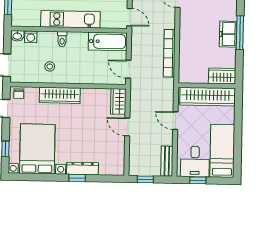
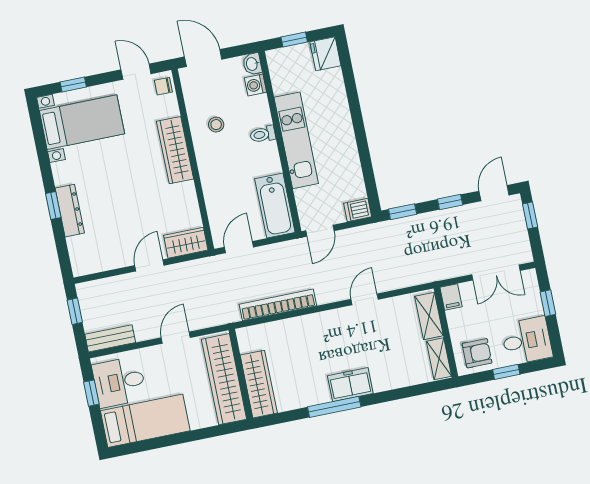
freezer: (228, 34) -> (350, 385), moved
wardrobe: (222, 76) -> (259, 384), width x1.50
bed with nightstands: (37, 149) -> (82, 122), width x0.73

